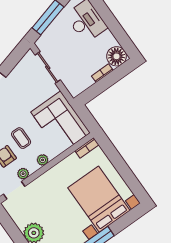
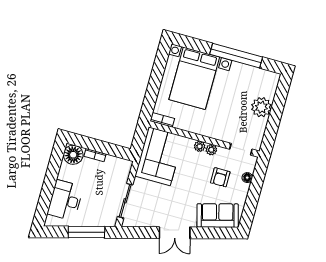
coffee table: (21, 138) -> (196, 177), removed
plant: (23, 174) -> (211, 150), moved

